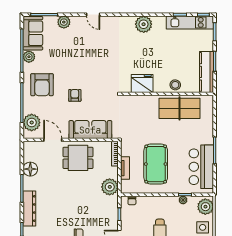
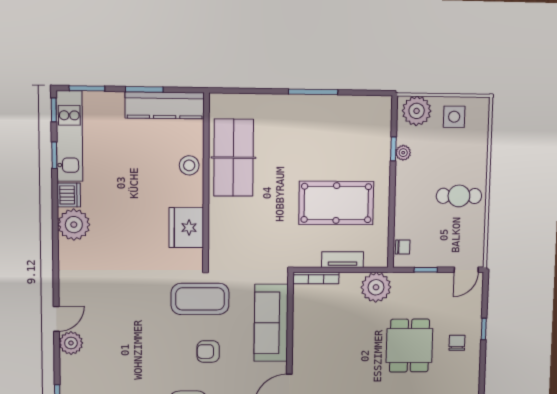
plant: (64, 22) -> (71, 343), moved
dishwasher: (159, 22) -> (69, 195), added
coffee table: (104, 91) -> (200, 299), added
dining table: (78, 158) -> (409, 346), moved
bar counter: (201, 167) -> (343, 118), removed

